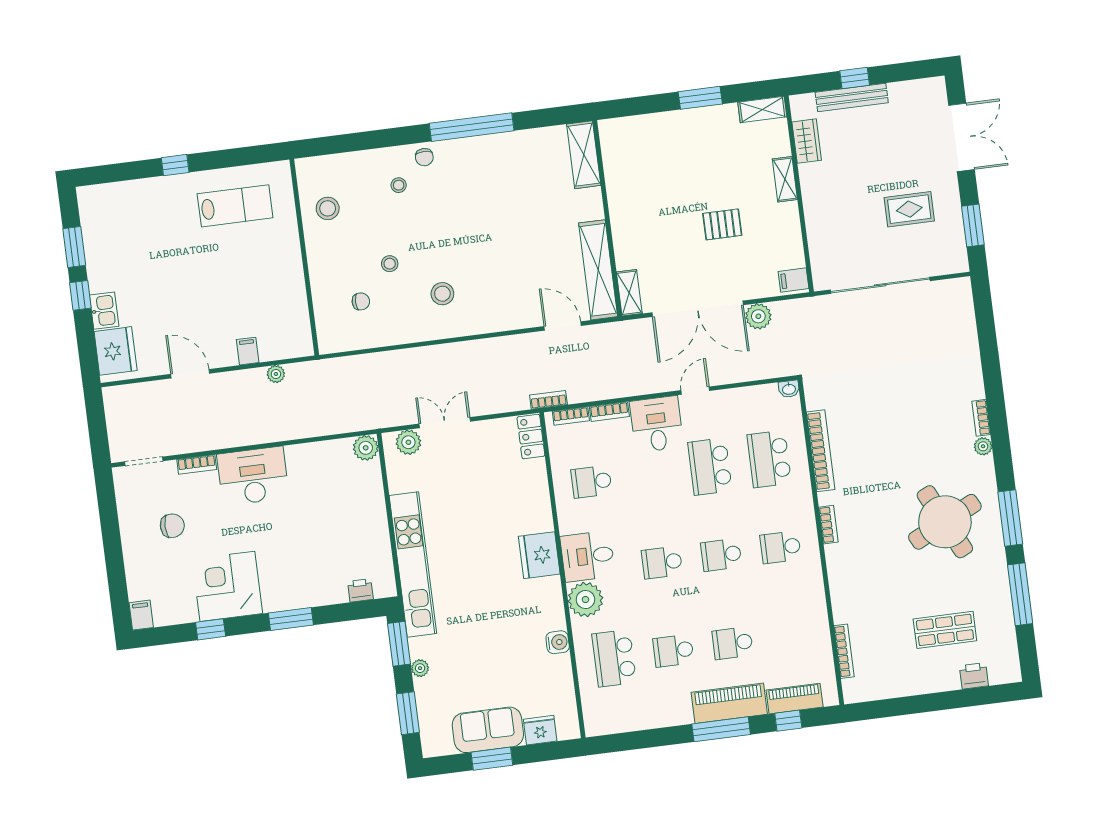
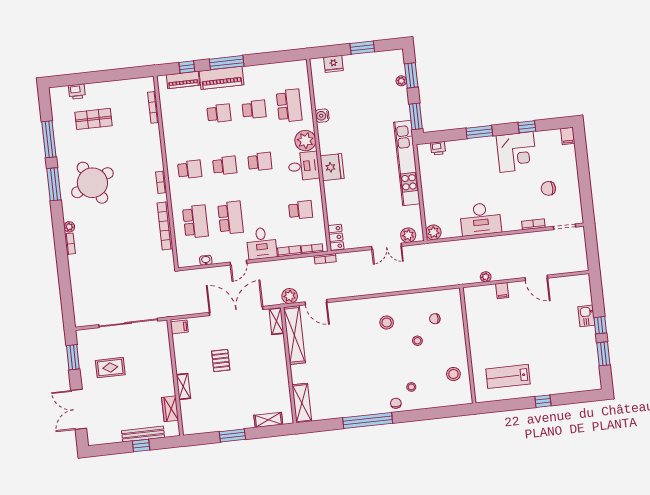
shelving: (762, 109) -> (268, 420), moved
pallet: (722, 224) -> (221, 360), turned 90
plant: (758, 316) -> (290, 296), moved
fridge: (116, 351) -> (580, 292), removed
washbasin: (789, 389) -> (206, 260), moved
desk: (253, 476) -> (481, 219), moved
plant: (420, 668) -> (401, 81), moved
sofa: (488, 730) -> (364, 65), removed

